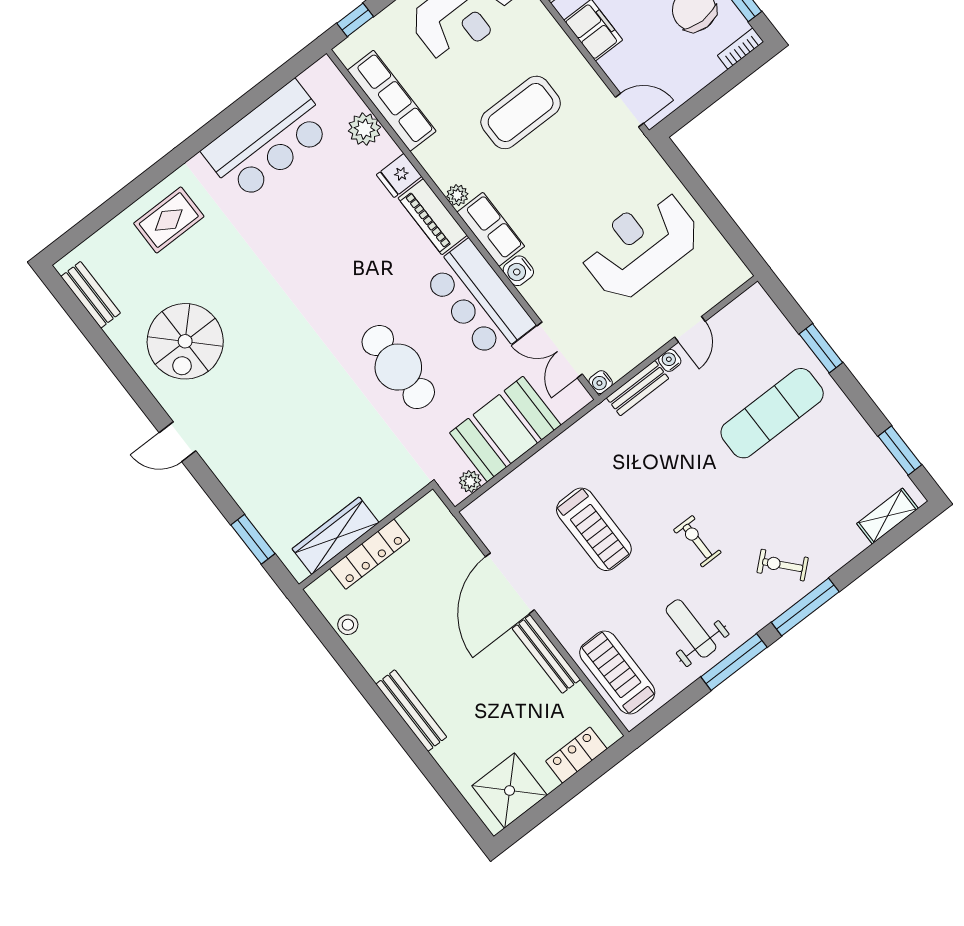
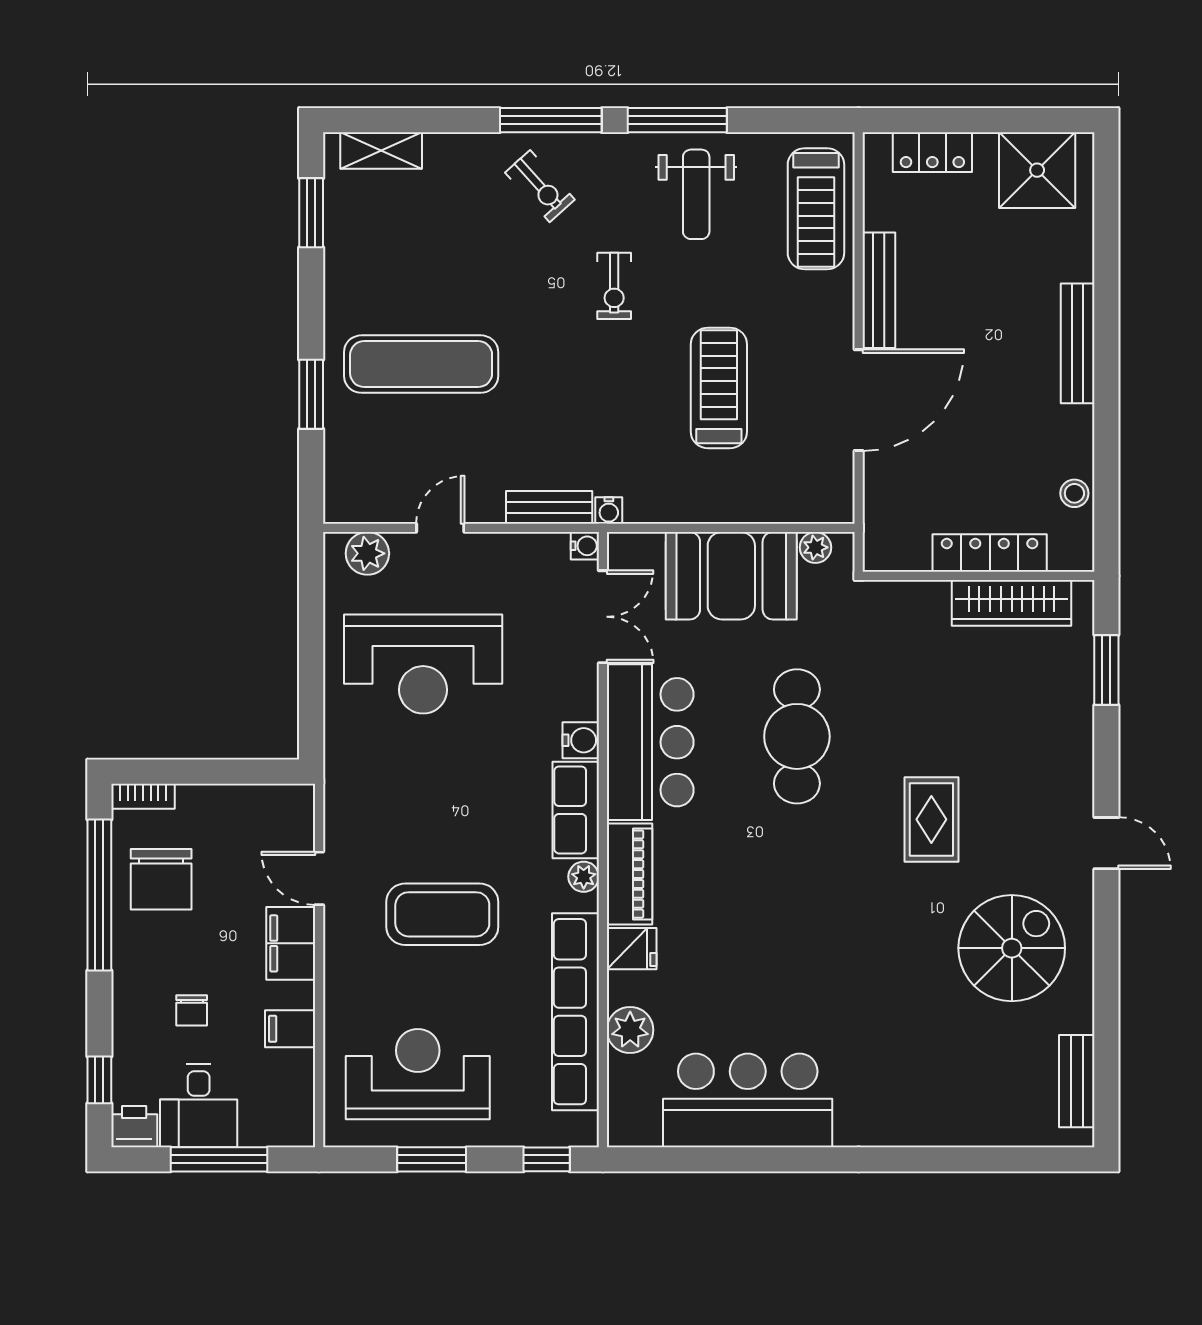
row of seats: (392, 101) -> (575, 1012), width x1.36
door: (630, 110) -> (319, 878), moved
rug: (169, 220) -> (931, 819), moved, turned 90
plant: (720, 283) -> (367, 553), added
water cooler: (670, 360) -> (609, 510), moved

